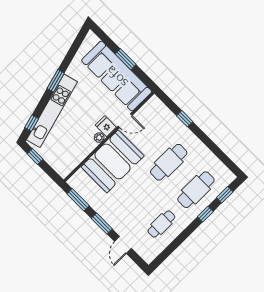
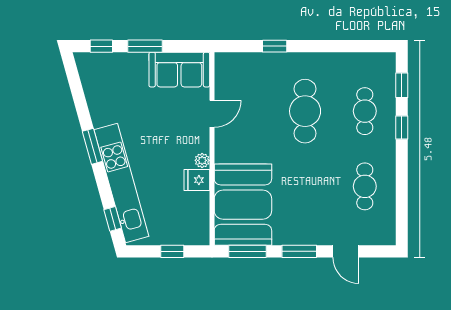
window: (106, 39) -> (101, 46), added
sofa: (117, 76) -> (179, 70), width x0.54, depth x0.79
fridge: (106, 126) -> (197, 180), moved
window: (35, 156) -> (172, 251), moved
booth: (113, 161) -> (243, 205), moved
cafe table: (196, 190) -> (365, 111), width x0.73, depth x0.74

